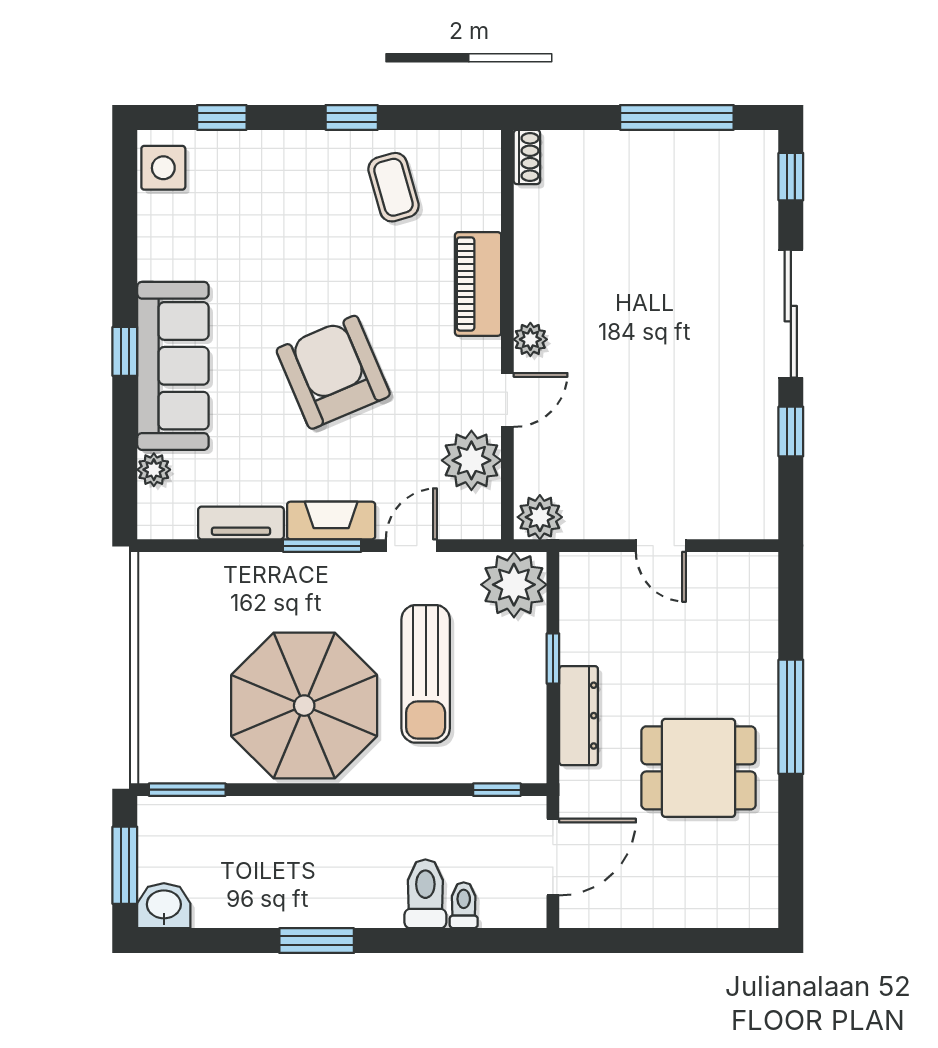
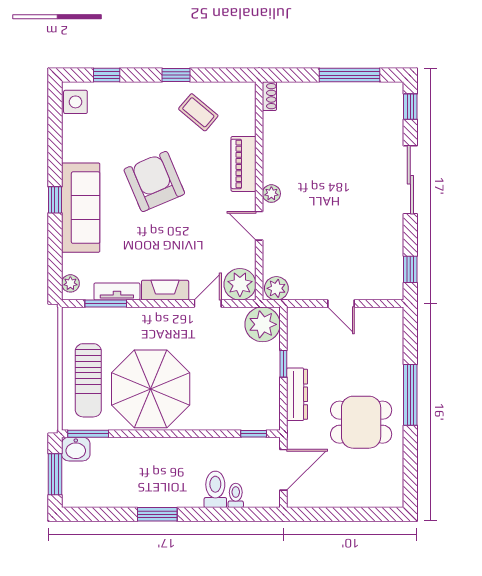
coffee table: (393, 187) -> (198, 112), turned -34
armchair: (333, 372) -> (154, 182), moved
door: (507, 400) -> (259, 226), swing flipped
window: (791, 431) -> (410, 269), moved
plant: (471, 460) -> (240, 284), moved
plant: (154, 470) -> (70, 283), moved
window: (322, 546) -> (106, 304), moved
sun lounger: (426, 674) -> (88, 380), moved
washbasin: (164, 906) -> (76, 449), moved, turned 180

